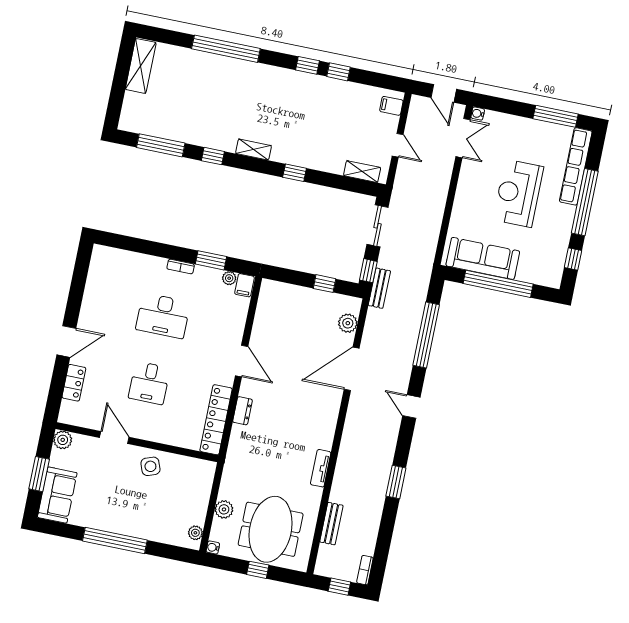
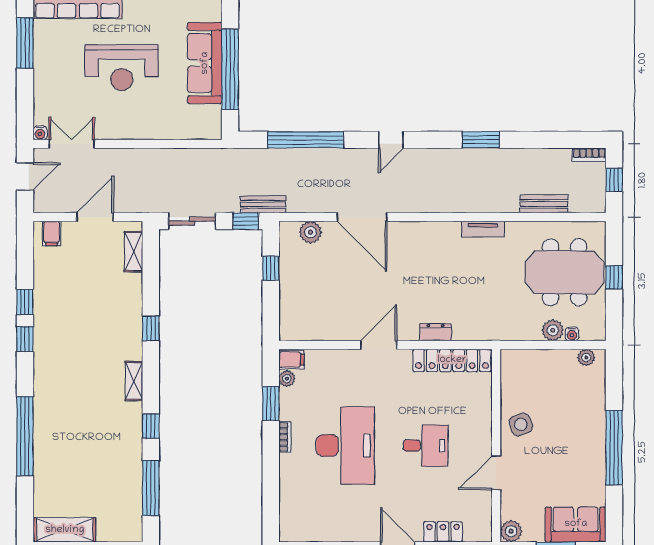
door: (398, 145) -> (95, 217), width x1.38
sofa: (483, 258) -> (205, 63), moved
desk: (163, 316) -> (345, 446), width x1.36, depth x1.30
water cooler: (213, 547) -> (572, 334), moved

